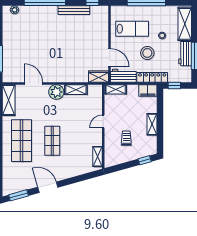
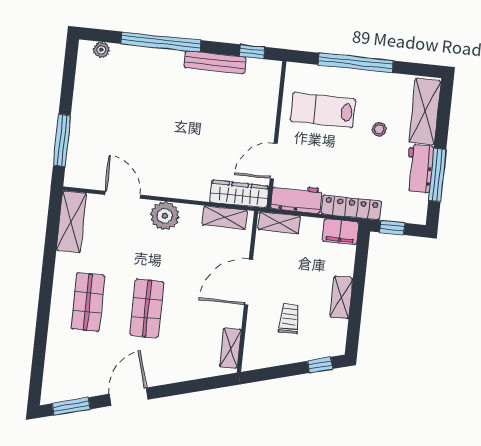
lab bench: (132, 29) -> (323, 110), turned 180
stool: (147, 53) -> (347, 160), removed
door: (110, 58) -> (274, 161), swing flipped
wardrobe: (98, 77) -> (239, 194), width x1.50
shelving: (76, 90) -> (225, 217), moved
door: (103, 121) -> (249, 282), width x1.88
shop shelf: (21, 141) -> (88, 302), width x0.70, depth x0.74
door: (48, 187) -> (129, 397), hinge flipped

